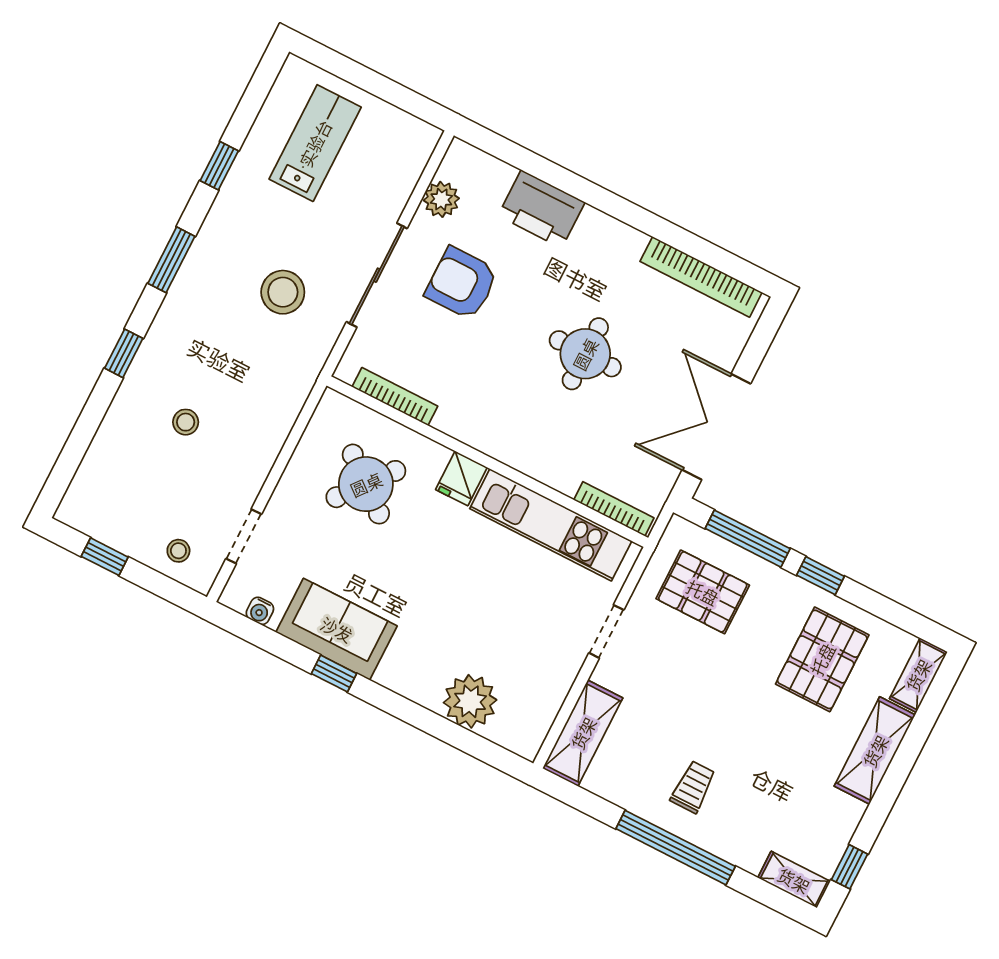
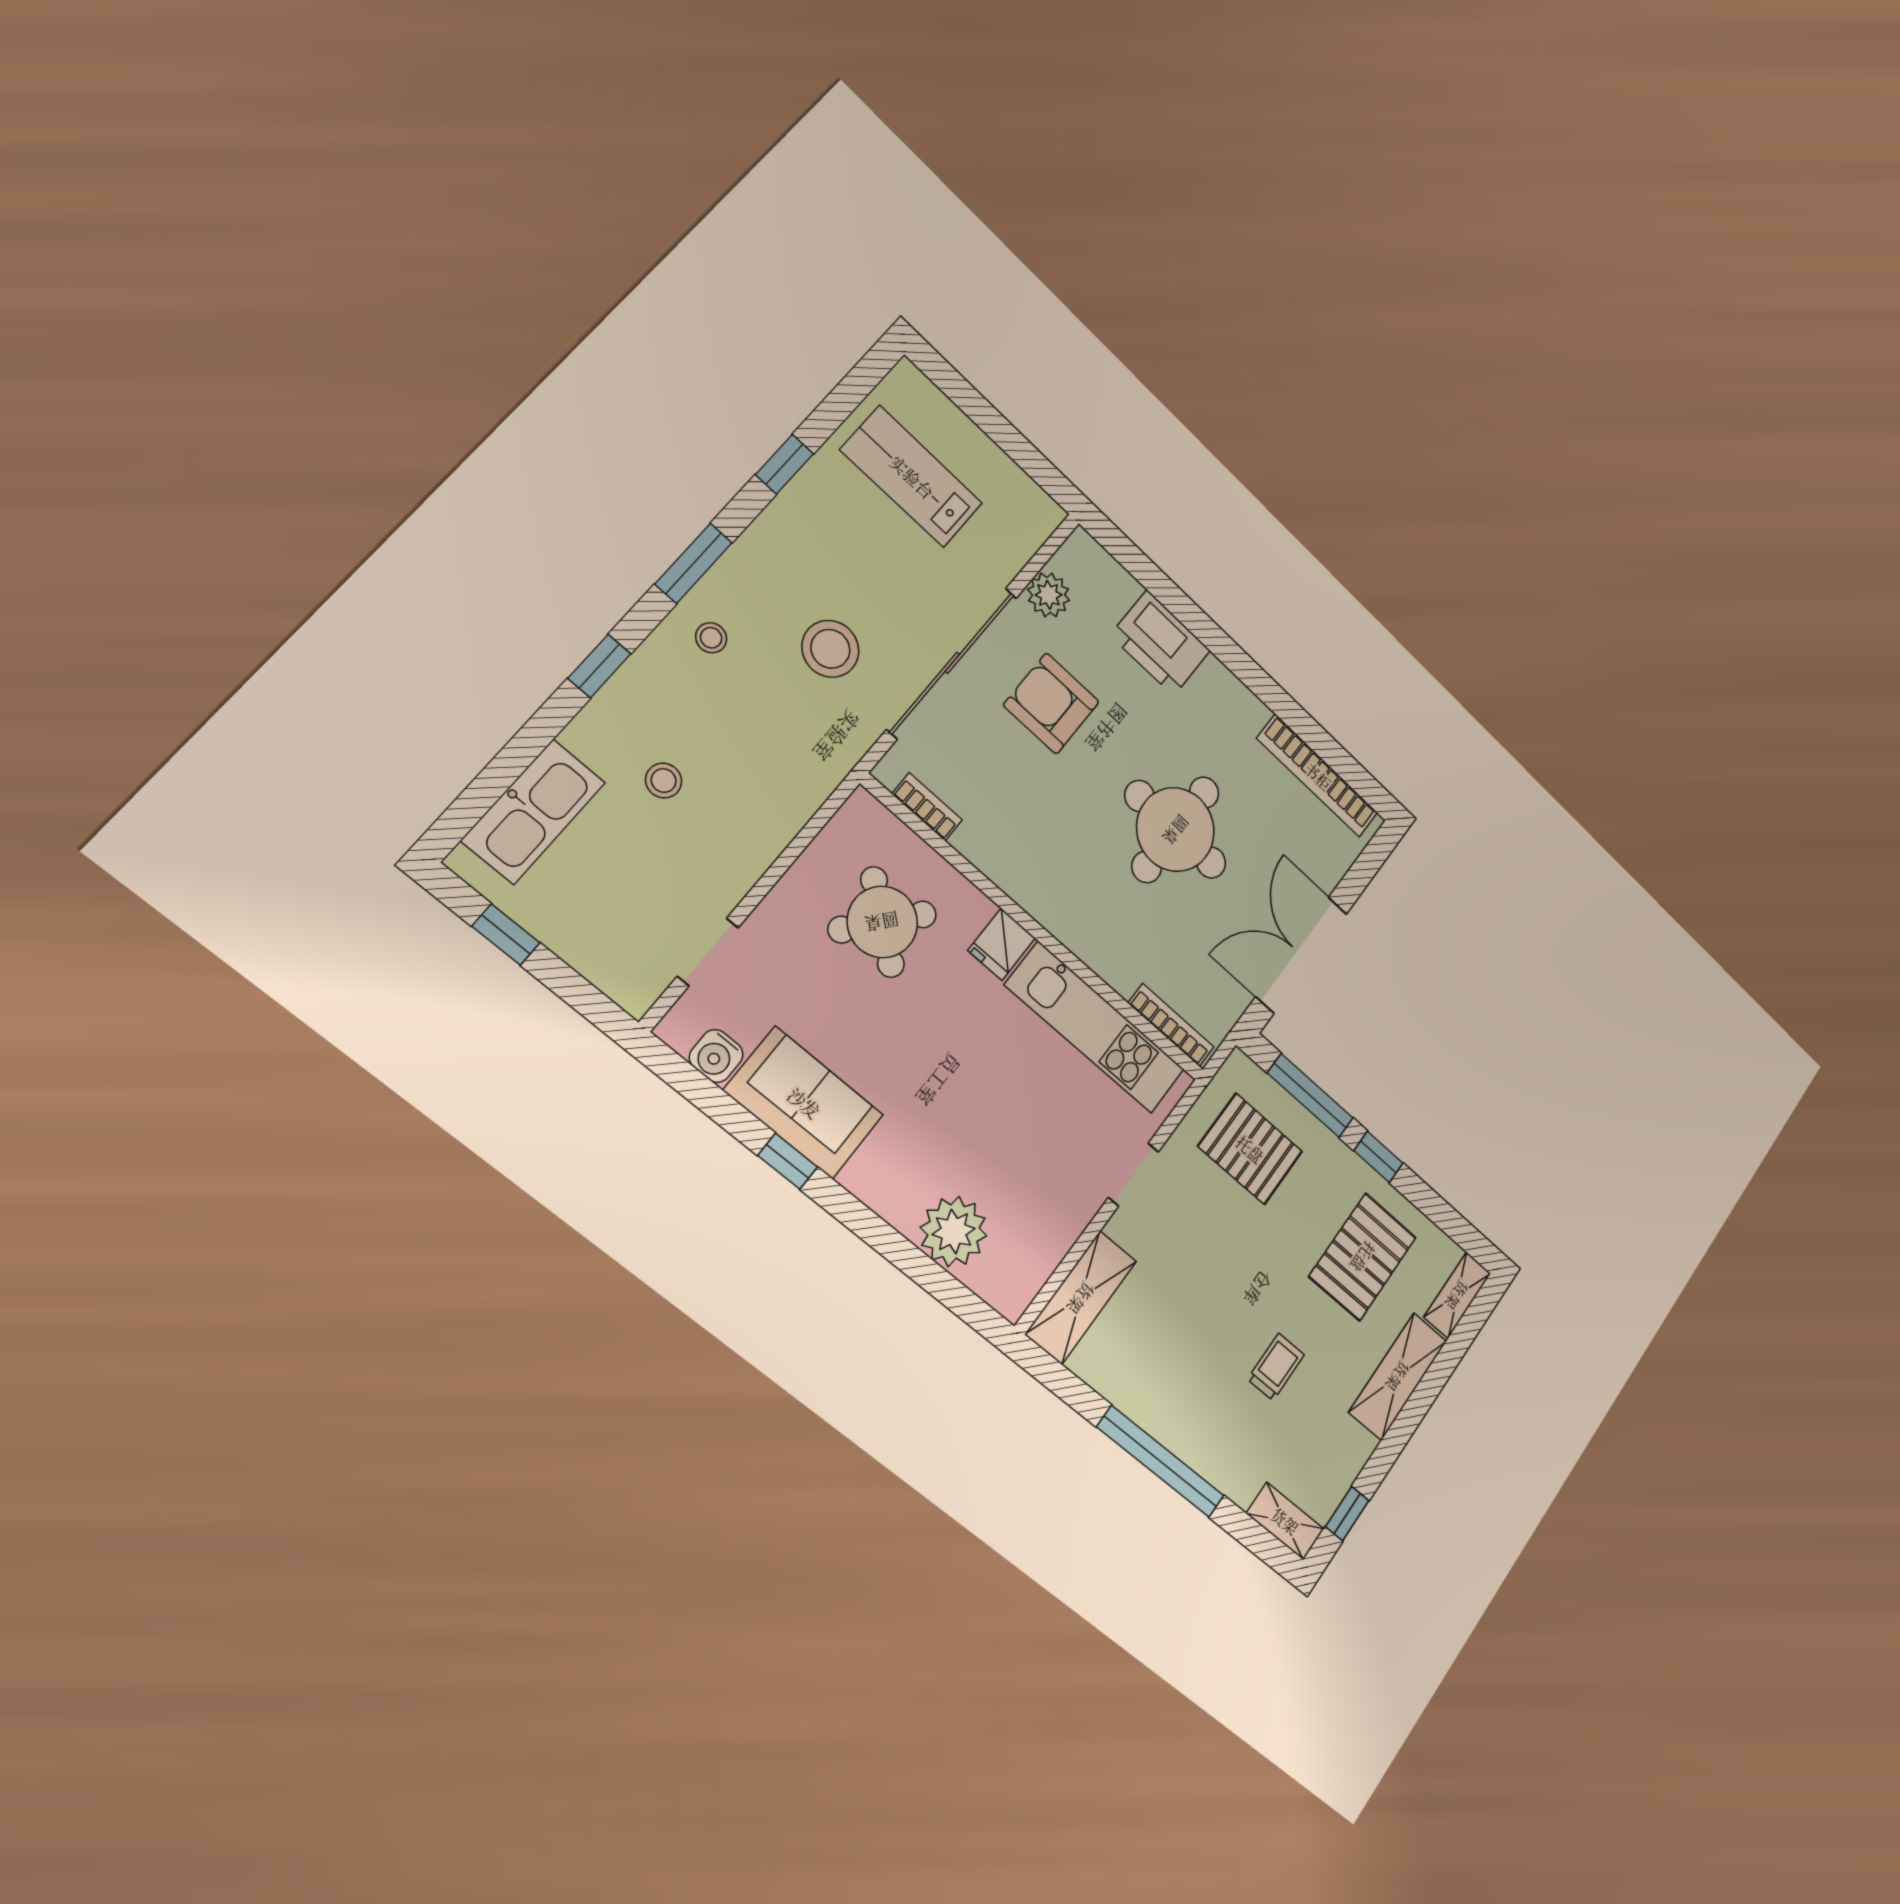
lab bench: (315, 143) -> (912, 477), turned -90
sliding door: (377, 275) -> (952, 663), width x1.36
round table: (585, 354) -> (1176, 830), width x1.36, depth x1.36
bookcase: (395, 396) -> (927, 807), width x0.64
kitchen sink: (103, 467) -> (534, 812), added
stool: (178, 551) -> (711, 638), moved
water cooler: (260, 611) -> (716, 1056), width x1.38, depth x1.38
trolley: (693, 787) -> (1276, 1367), moved

